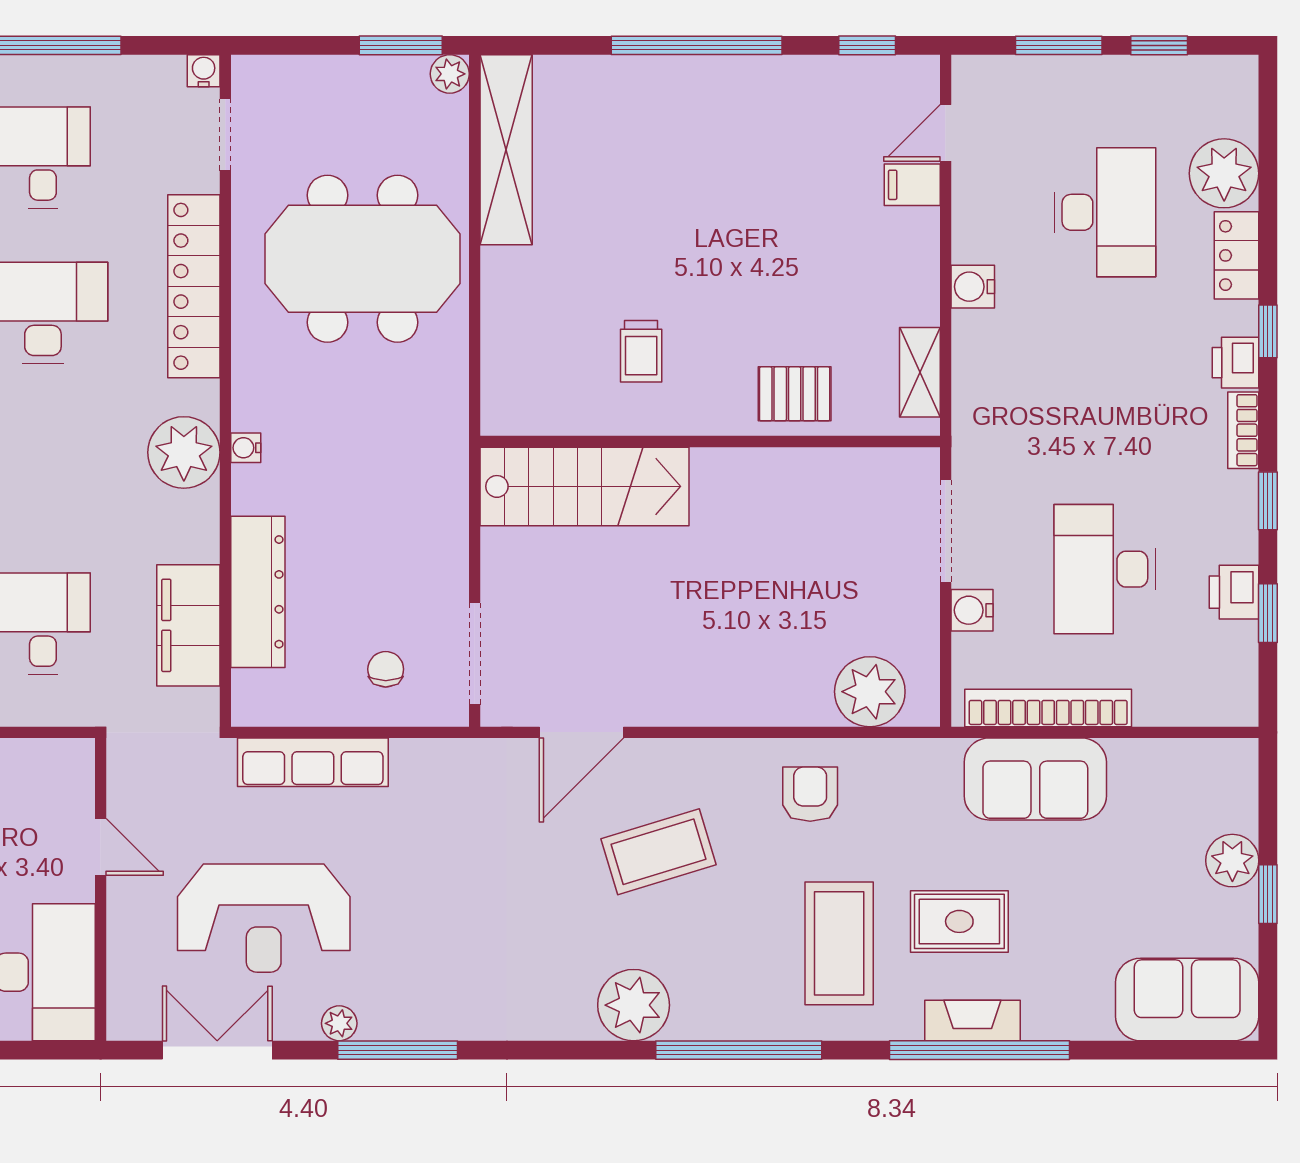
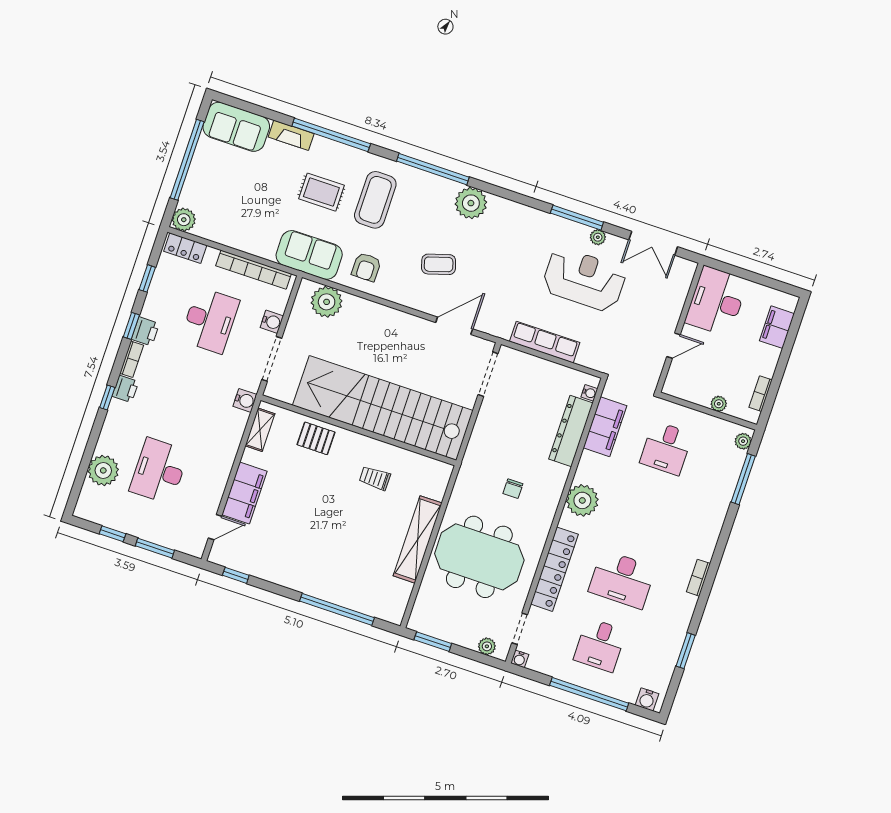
window: (697, 45) -> (337, 609), moved
plant: (450, 74) -> (487, 646), moved
shelving: (506, 150) -> (418, 539), moved
filing cabinet: (912, 185) -> (245, 493), width x3.00, depth x1.17
locker: (1237, 255) -> (185, 248), moved, turned 90
water cooler: (973, 287) -> (245, 400), moved
trolley: (641, 351) -> (375, 478), turned -90
water cooler: (246, 448) -> (589, 393), moved
stairs: (585, 486) -> (383, 408), width x1.86, depth x1.51
printer: (1234, 592) -> (145, 331), moved
chair: (386, 669) -> (513, 489), moved
row of seats: (313, 762) -> (545, 342), moved
sofa: (1035, 779) -> (309, 255), moved
door: (101, 847) -> (674, 346), swing flipped
coffee table: (658, 852) -> (439, 264), width x0.73, depth x0.77
plant: (1232, 861) -> (184, 220), moved
window: (1268, 894) -> (187, 160), width x3.17
reception desk: (264, 918) -> (584, 279), moved
fireplace: (972, 1020) -> (291, 135), moved

